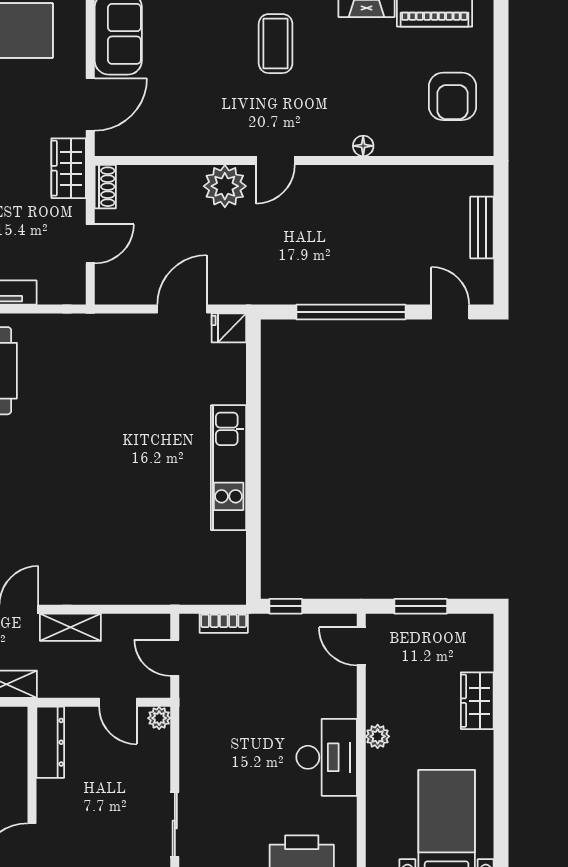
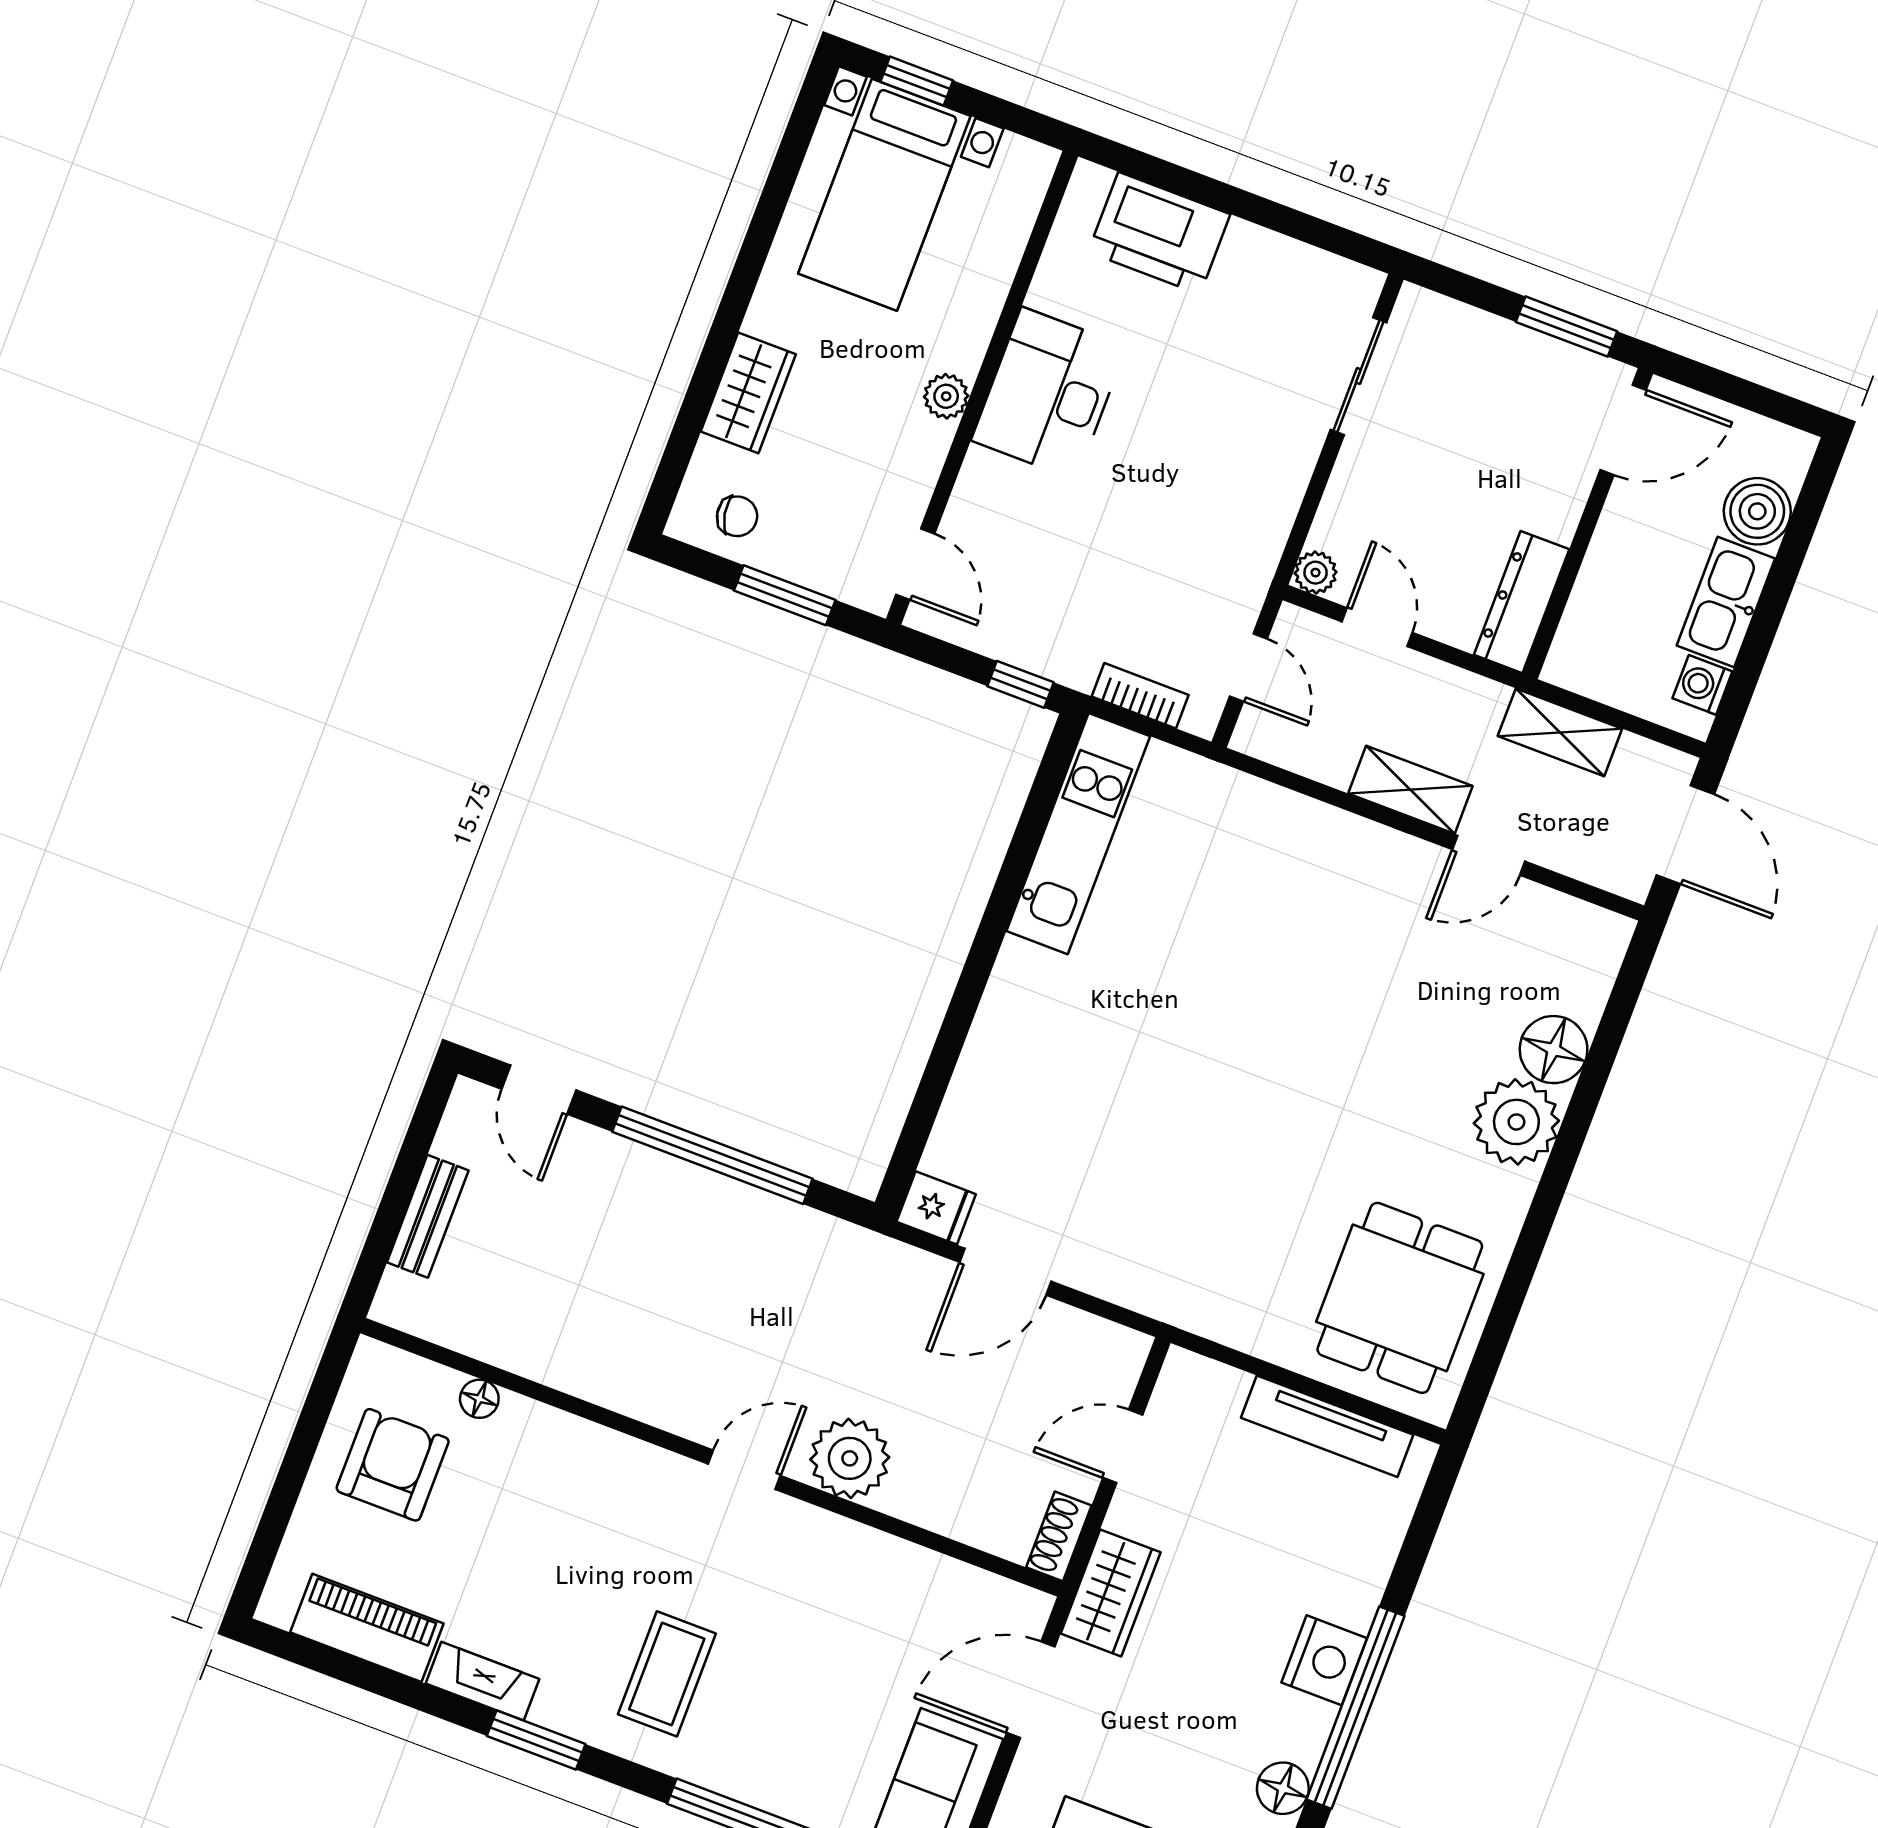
floor lamp: (363, 146) -> (479, 1399), moved
kitchen unit: (229, 468) -> (1078, 834), moved
chair: (460, 637) -> (737, 516), added

